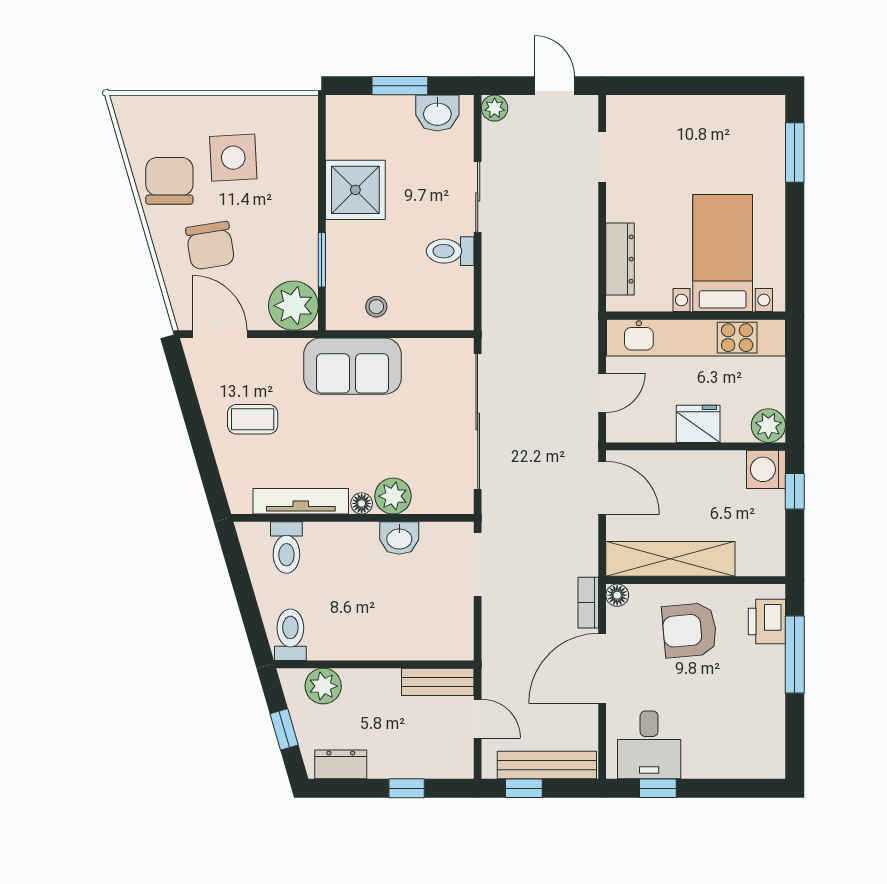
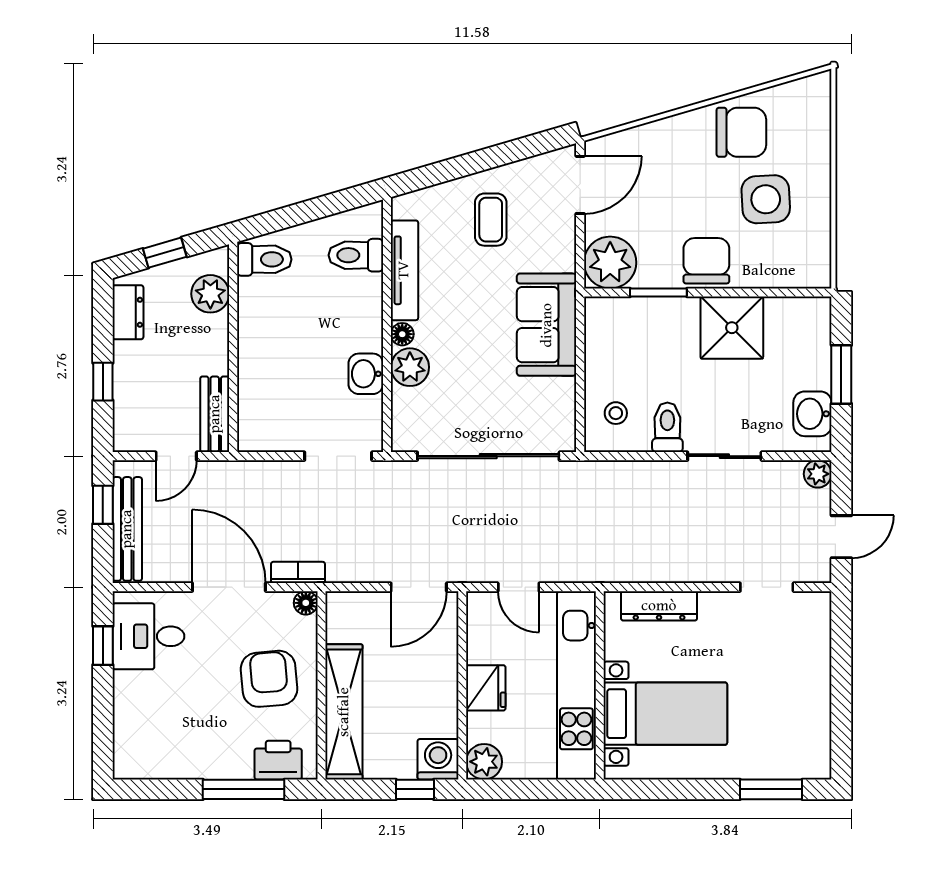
chair: (210, 246) -> (706, 261), moved, turned 99
stool: (376, 307) -> (616, 413), moved
shelving: (670, 559) -> (344, 712), moved

